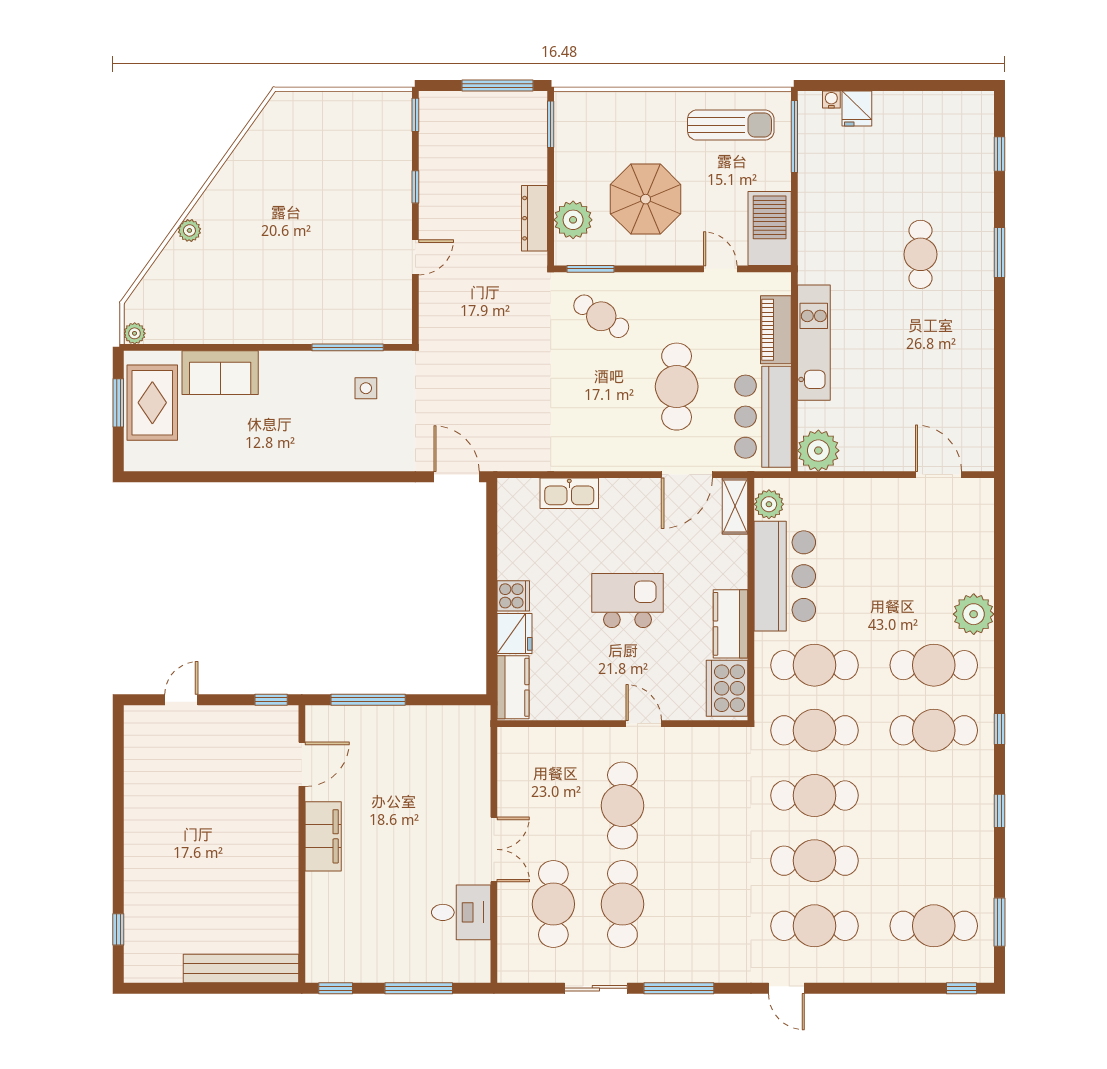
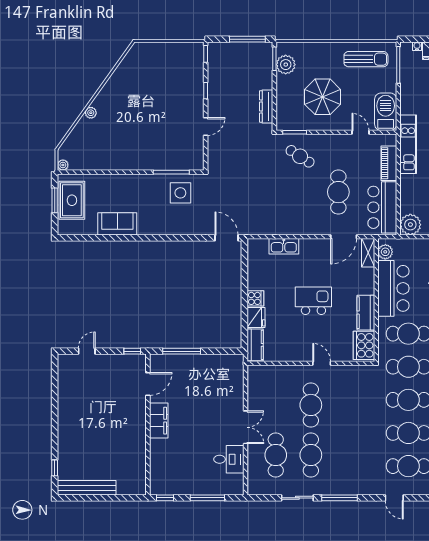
plant: (573, 220) -> (286, 65), moved
kitchen unit: (814, 343) -> (408, 144), moved
sofa: (220, 373) -> (117, 224), moved, turned 180
side table: (366, 388) -> (180, 193), width x1.87, depth x1.87
bench: (241, 968) -> (87, 488), moved

